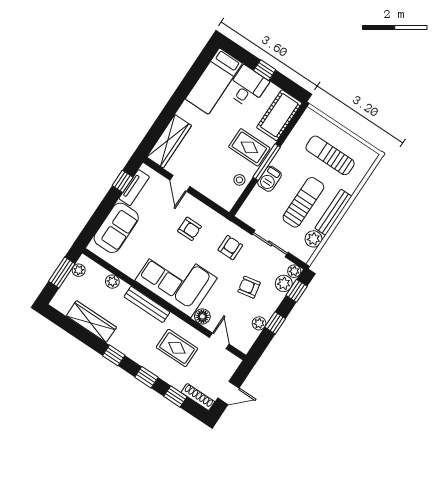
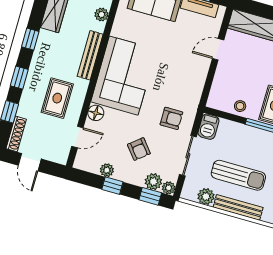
barbecue: (269, 179) -> (208, 127), moved, turned -90
armchair: (190, 229) -> (177, 73), removed
armchair: (249, 287) -> (139, 149), turned 152

